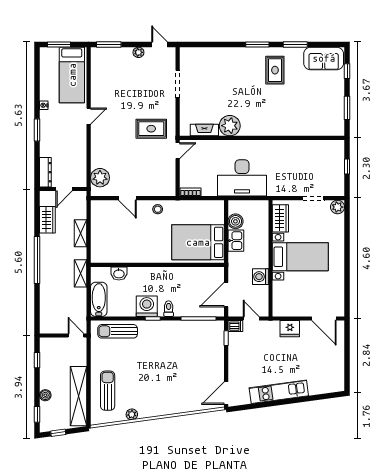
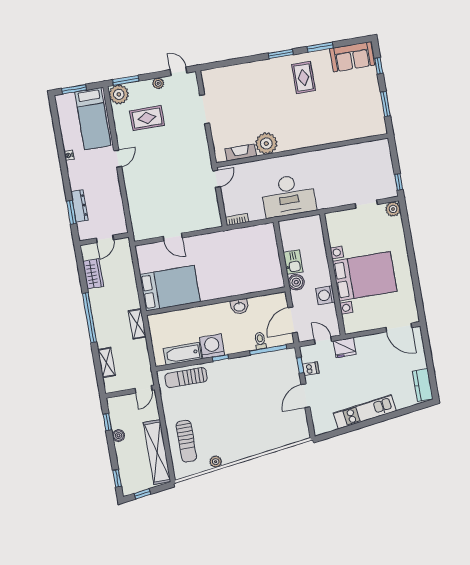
rug: (151, 129) -> (147, 118), moved
window: (37, 130) -> (71, 212), moved
window: (347, 167) -> (399, 182), moved
dresser: (45, 172) -> (79, 206), moved
plant: (100, 178) -> (119, 94), moved
stool: (158, 209) -> (206, 243), removed
wardrobe: (280, 218) -> (336, 231), removed
boiler: (235, 221) -> (296, 282), moved
shelving: (81, 233) -> (107, 363), moved
bed: (198, 242) -> (170, 288), moved, turned 180
bed with nightstands: (300, 257) -> (365, 276), width x1.36
washbasin: (119, 273) -> (239, 307), moved
bathtub: (99, 299) -> (183, 354), moved, turned -90
toilet: (169, 309) -> (260, 341), moved
dishwasher: (235, 326) -> (311, 369), moved
fridge: (290, 329) -> (345, 348), moved
door: (76, 335) -> (144, 389), swing flipped
kitchen counter: (337, 376) -> (423, 385), added
sun lounger: (108, 391) -> (186, 441), turned 180
door: (226, 393) -> (305, 396), moved
boiler: (45, 395) -> (119, 436), moved

